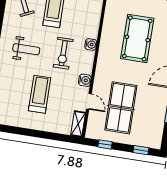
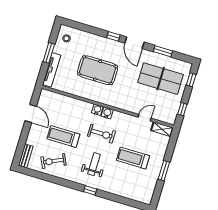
water cooler: (85, 80) -> (107, 113), moved
table tennis table: (121, 108) -> (161, 79), moved
window: (30, 133) -> (164, 171), added

